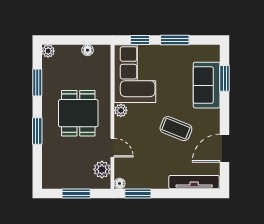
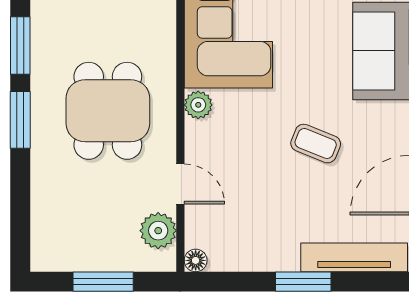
coffee table: (176, 129) -> (316, 144), width x0.73, depth x0.77
window: (37, 131) -> (20, 120), moved
window: (138, 193) -> (303, 282), moved

